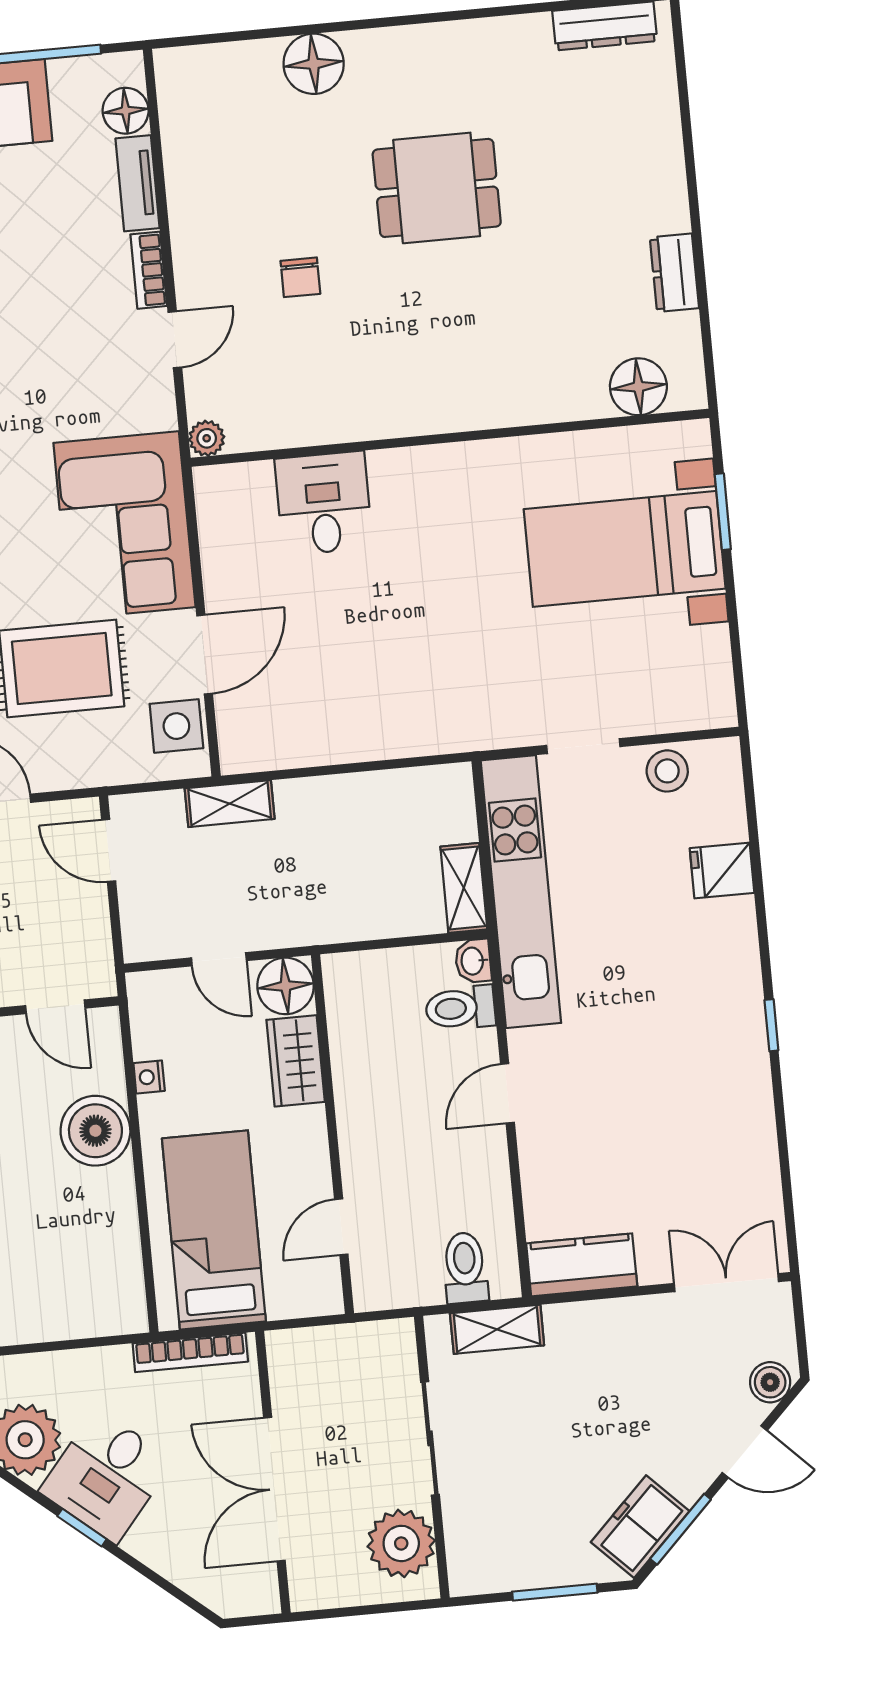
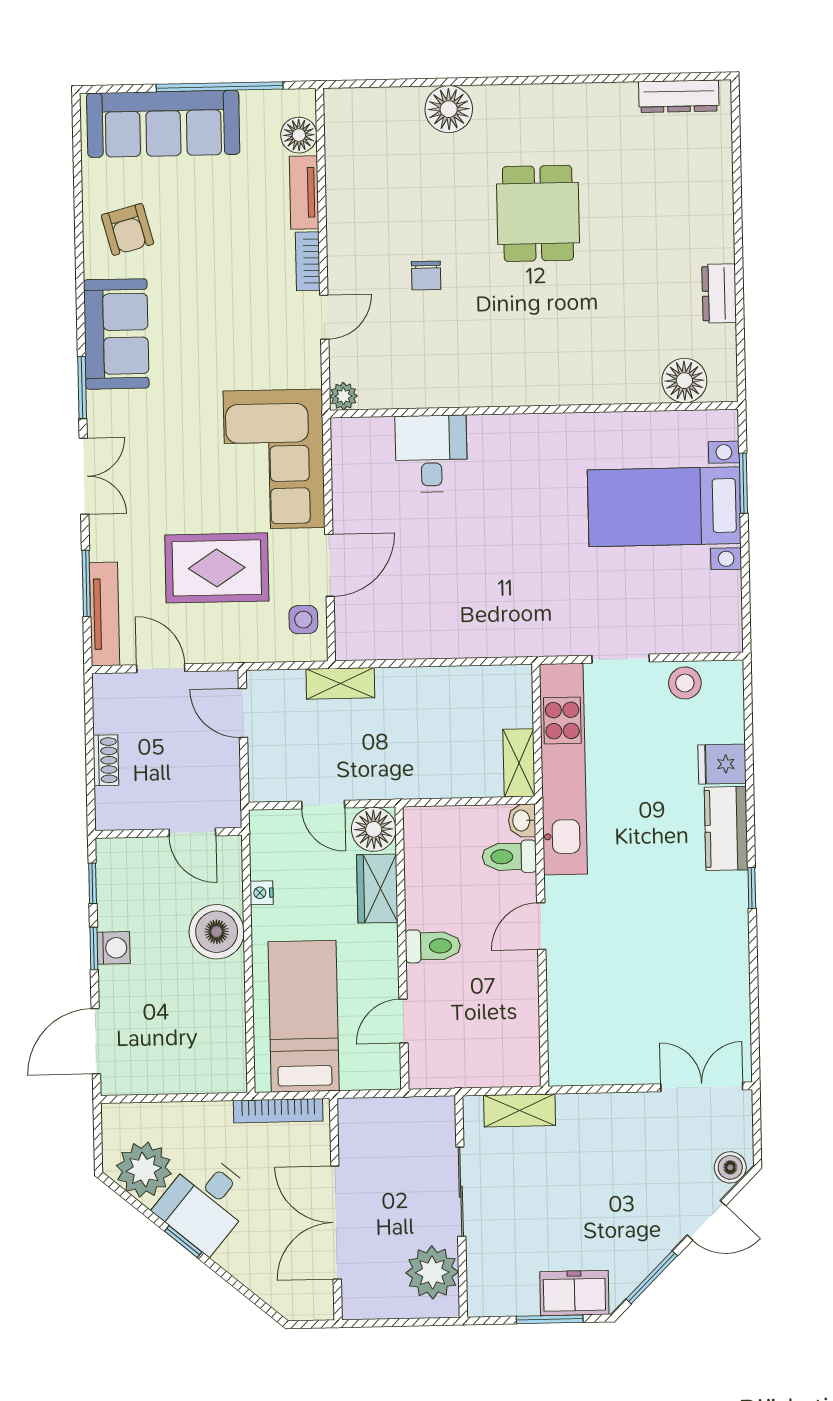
dining table: (437, 188) -> (538, 213), turned 90
side table: (176, 726) -> (303, 620), width x0.73, depth x0.73
kitchen counter: (582, 1265) -> (726, 828), moved, turned -90
toilet: (465, 1268) -> (433, 946), moved, turned 90
freezer: (640, 1527) -> (574, 1293), moved, turned 45

